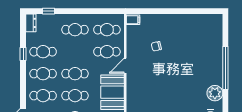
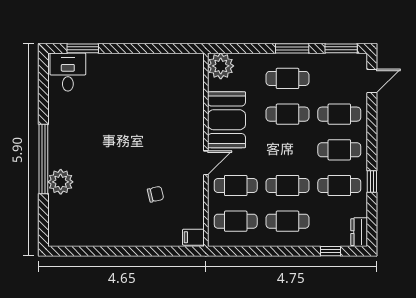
cafe table: (75, 74) -> (288, 185), moved
plant: (215, 93) -> (61, 182), moved

